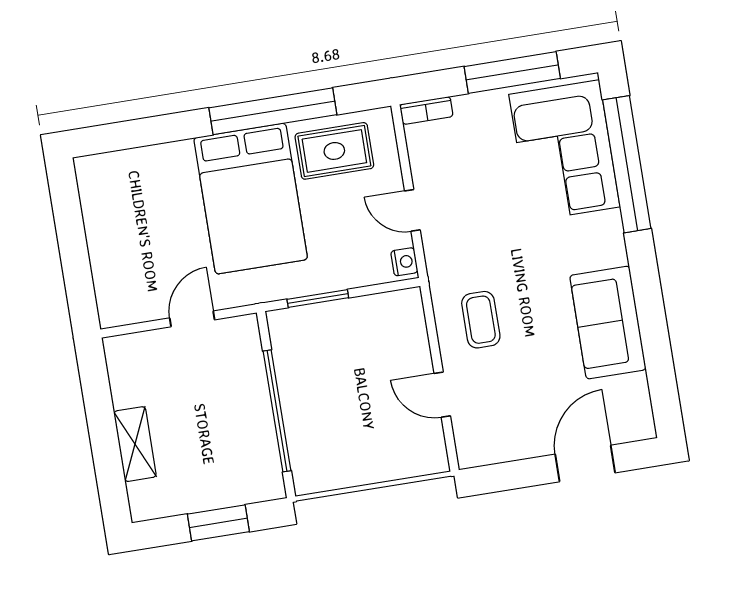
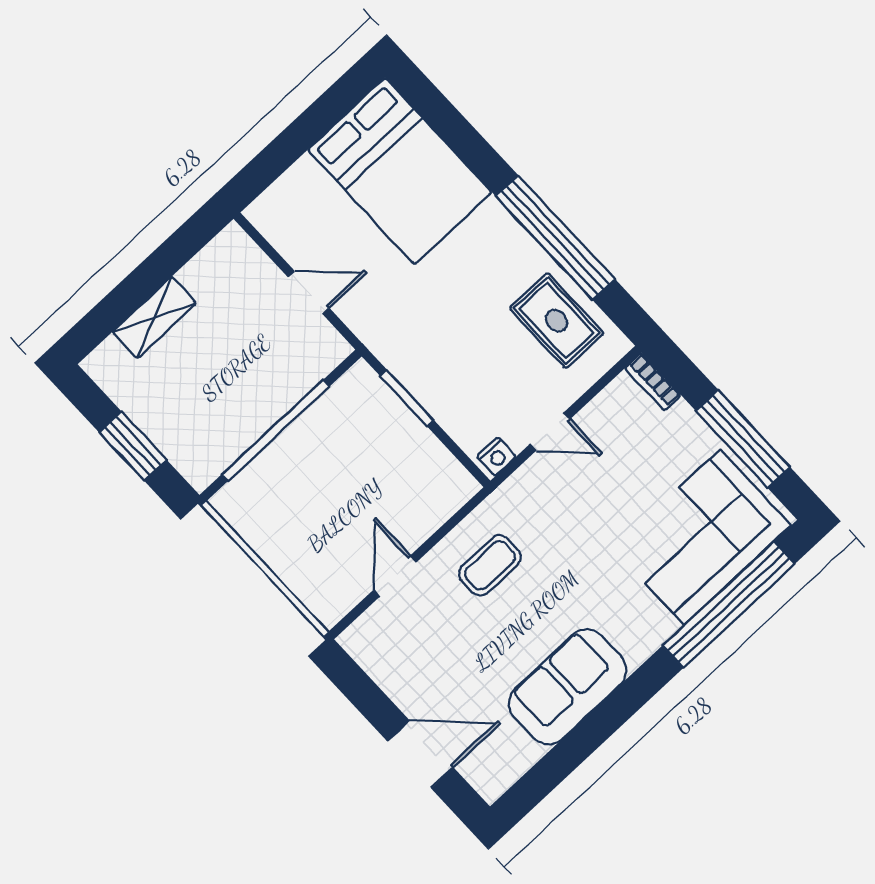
bed: (251, 199) -> (400, 171), moved, turned -90
door: (412, 210) -> (550, 432), swing flipped

